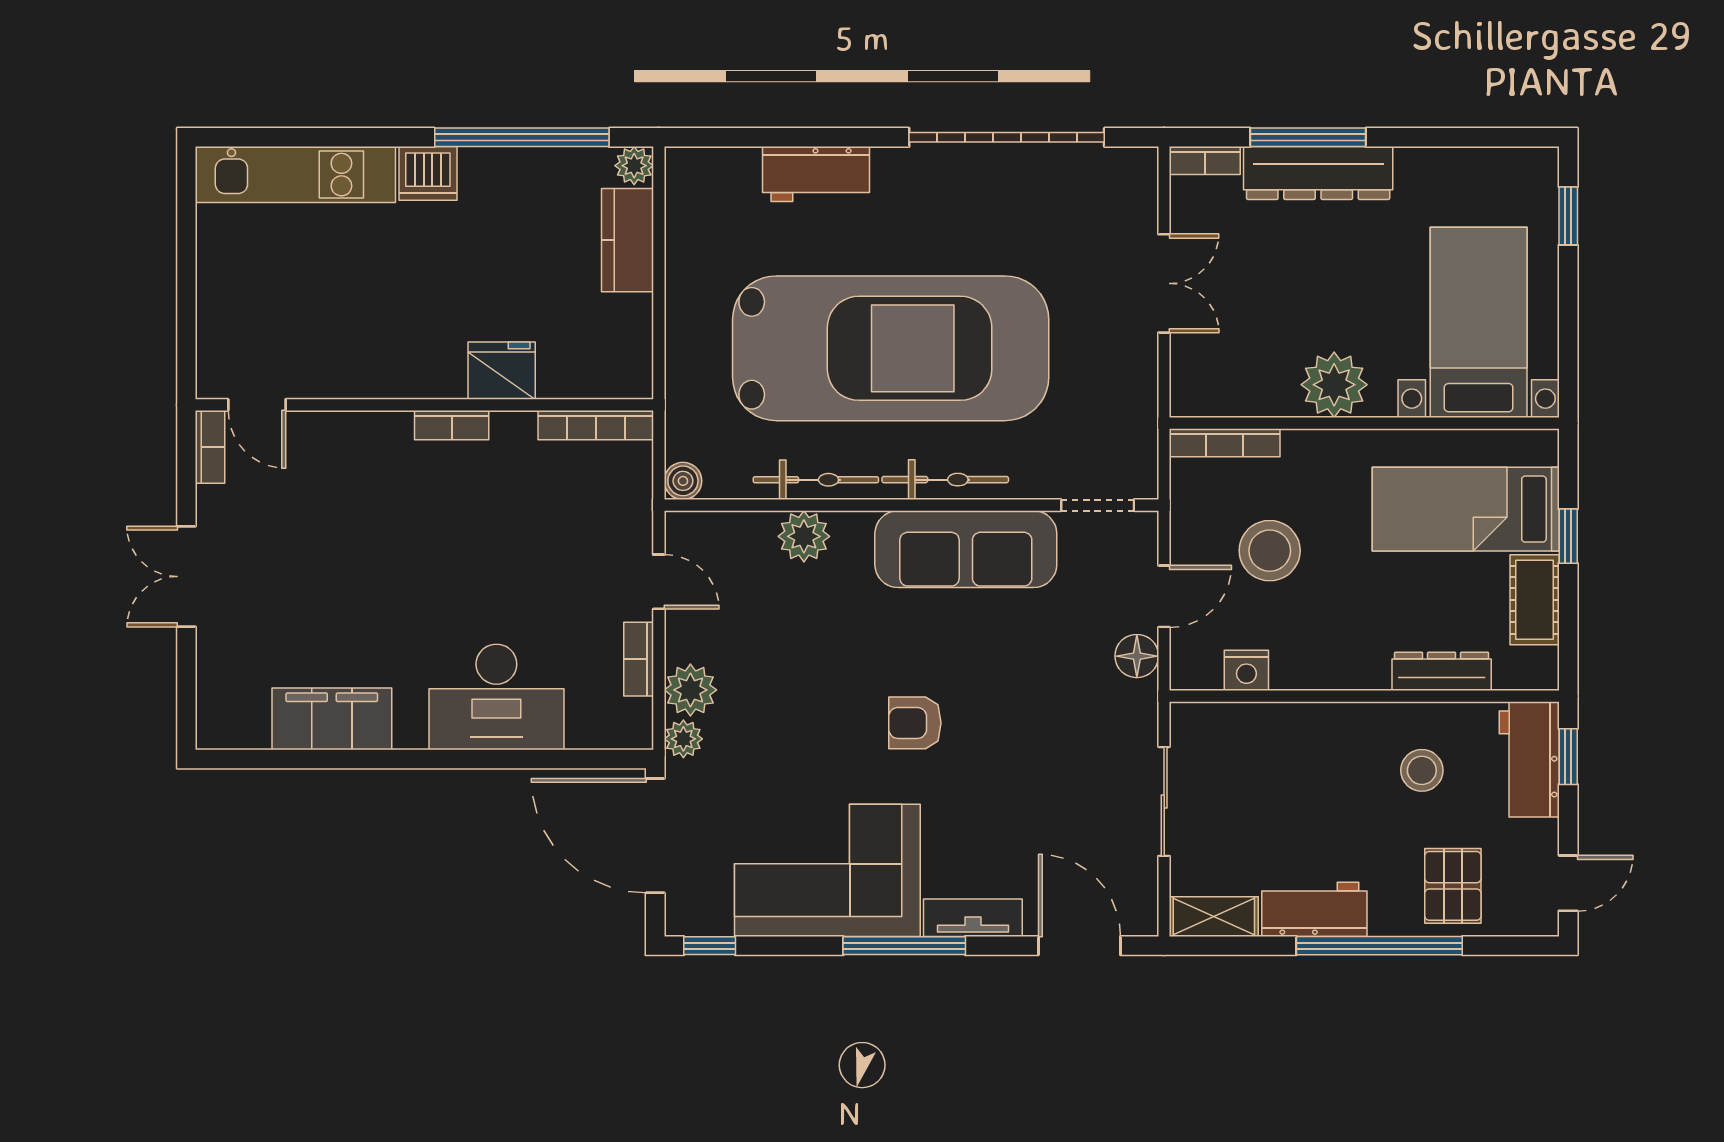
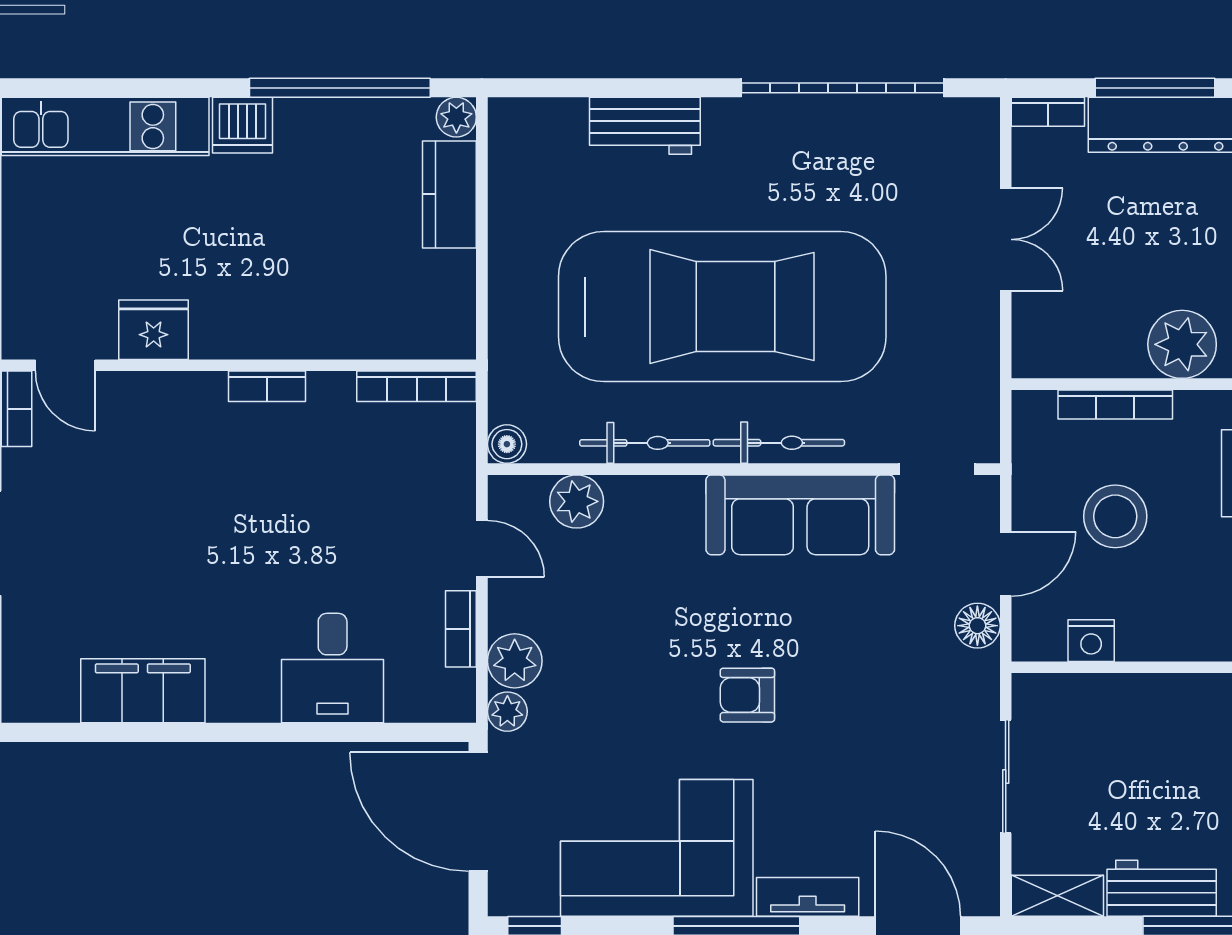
fridge: (502, 371) -> (154, 330), moved
bookcase: (1225, 443) -> (1115, 404), moved
plant: (804, 536) -> (577, 501), moved
desk: (496, 697) -> (333, 668), width x0.73

